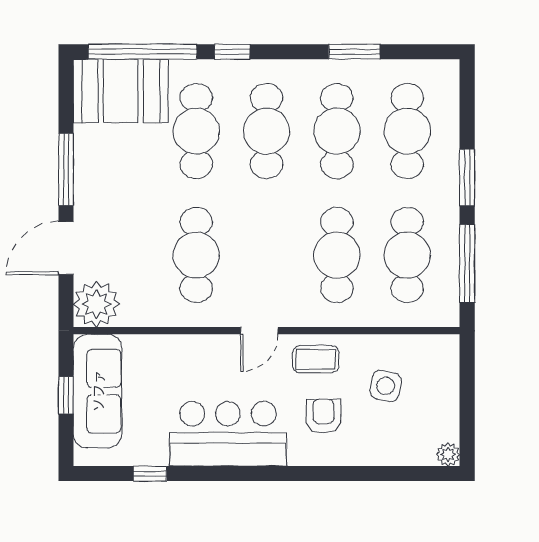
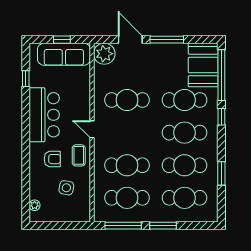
plant: (448, 454) -> (35, 205), moved

